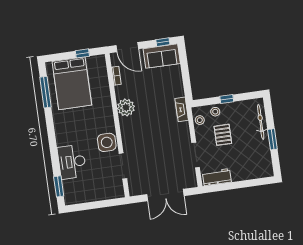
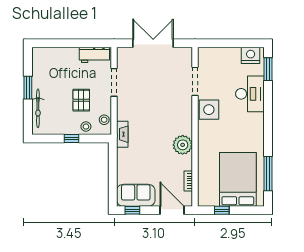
nightstand: (76, 196) -> (251, 55), added

